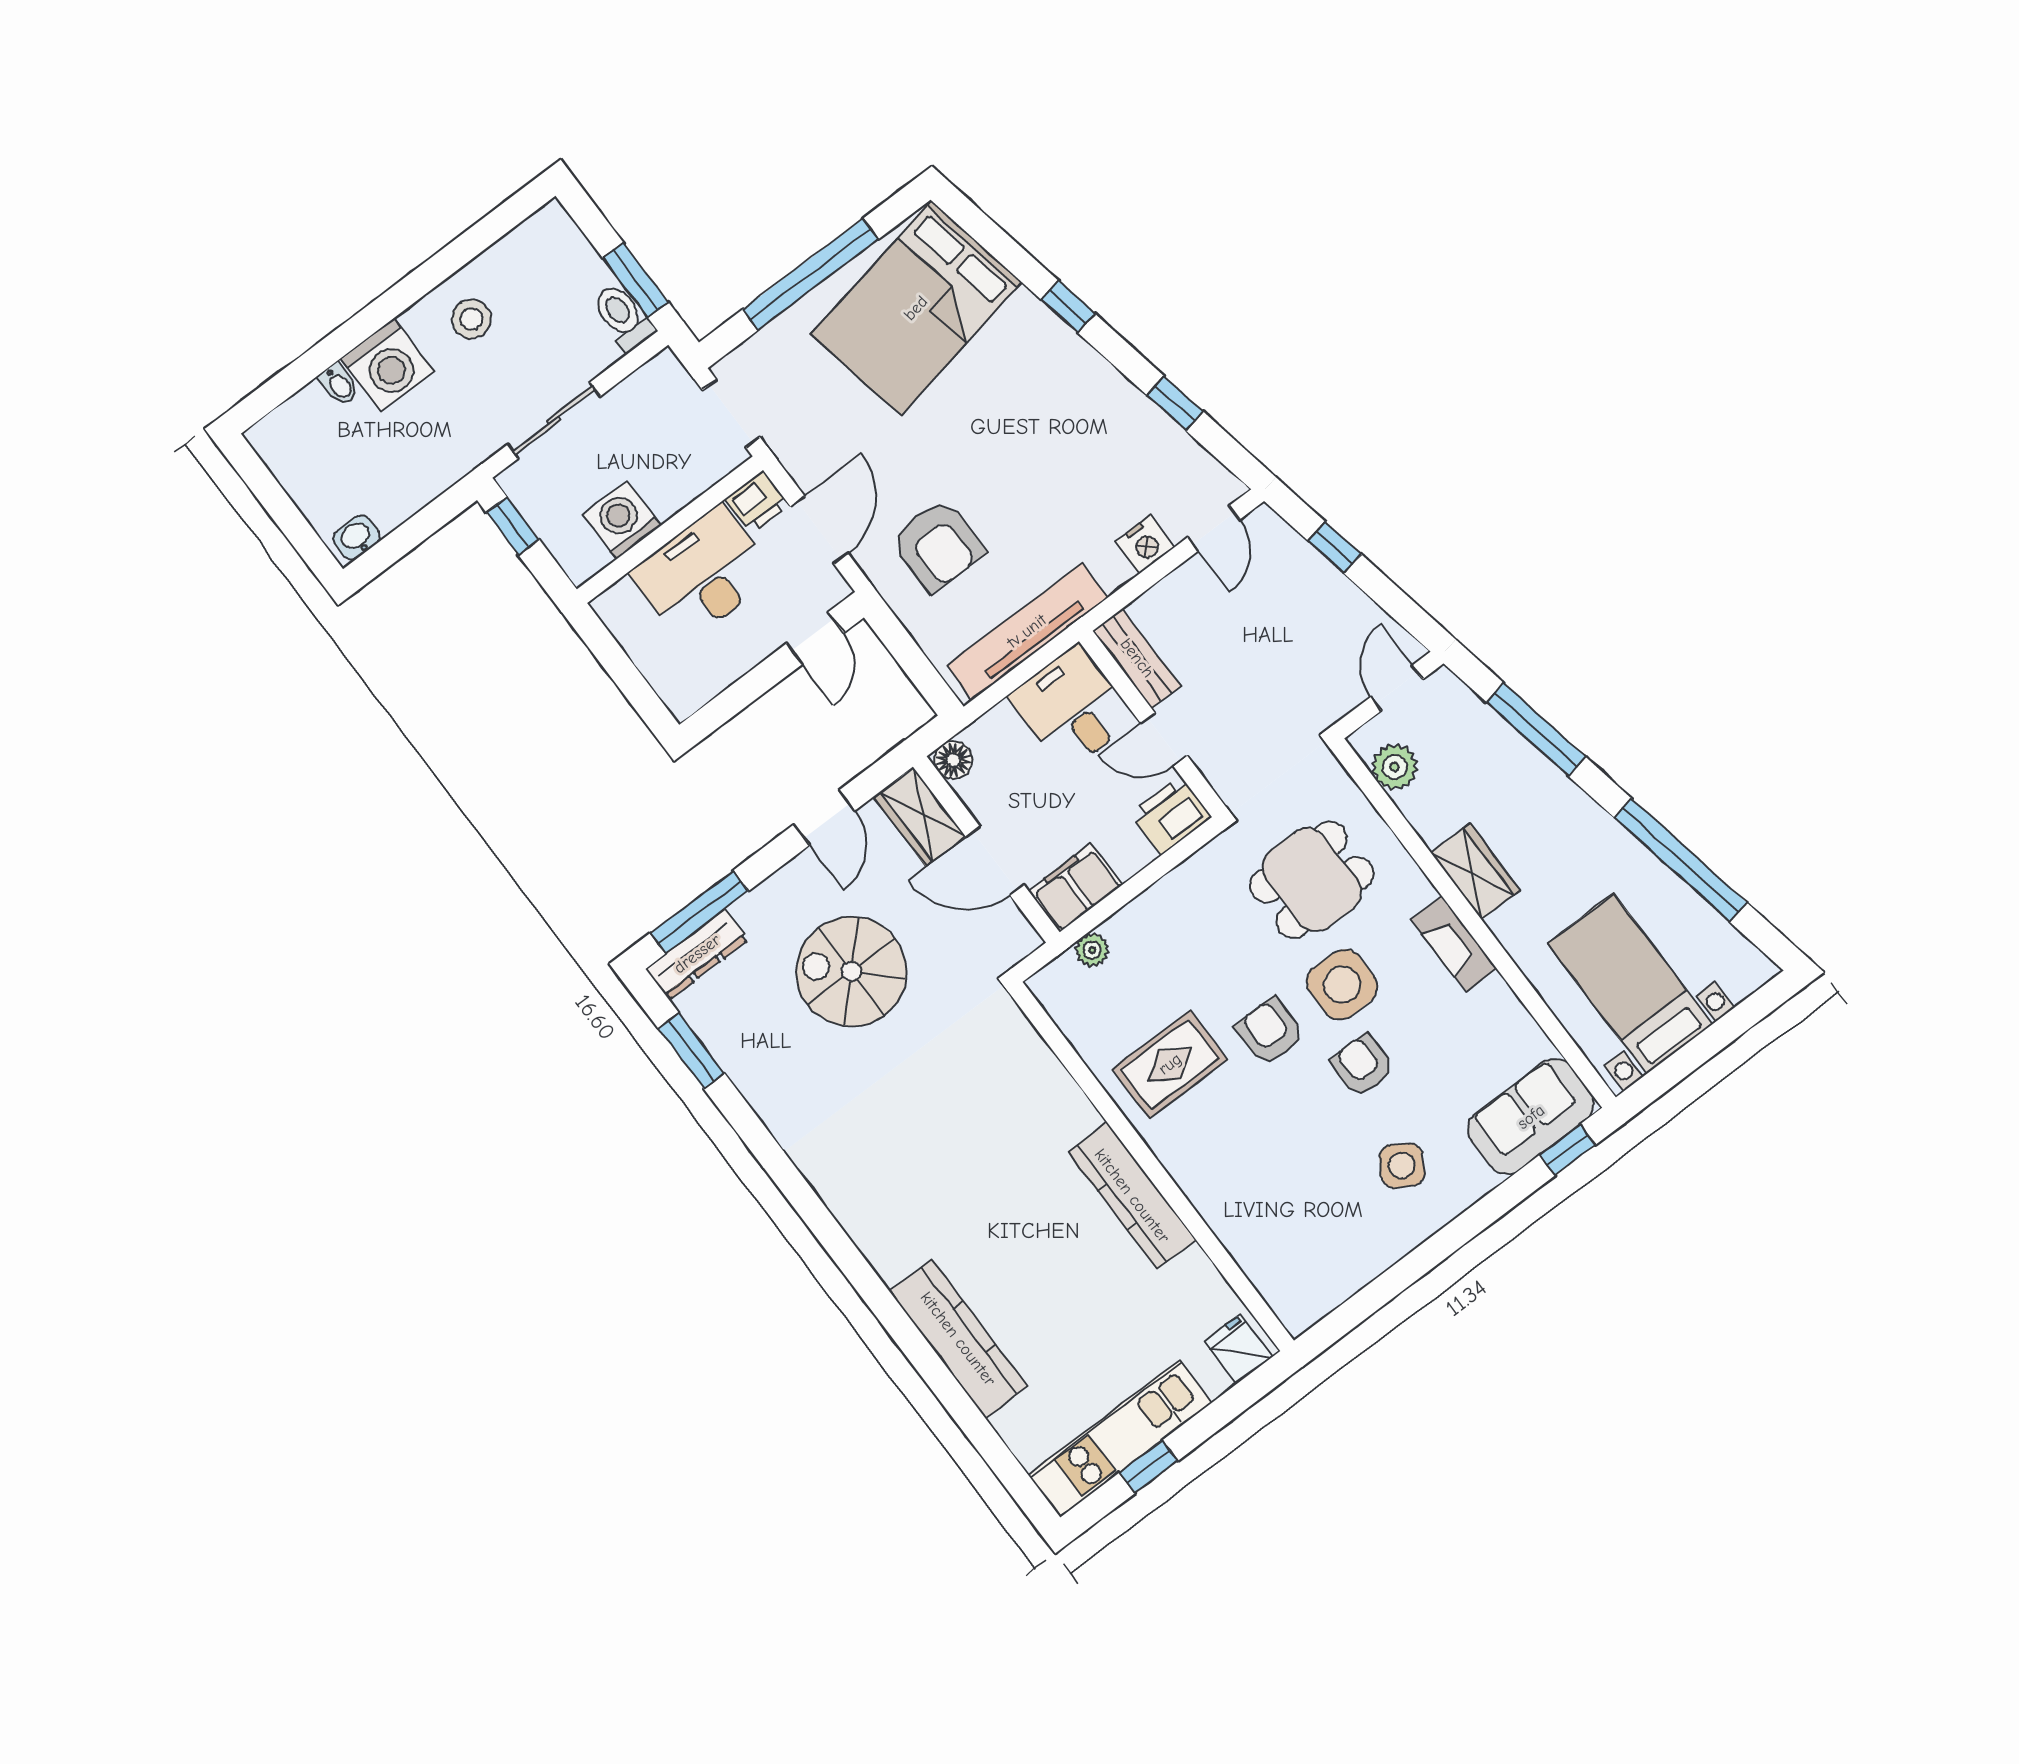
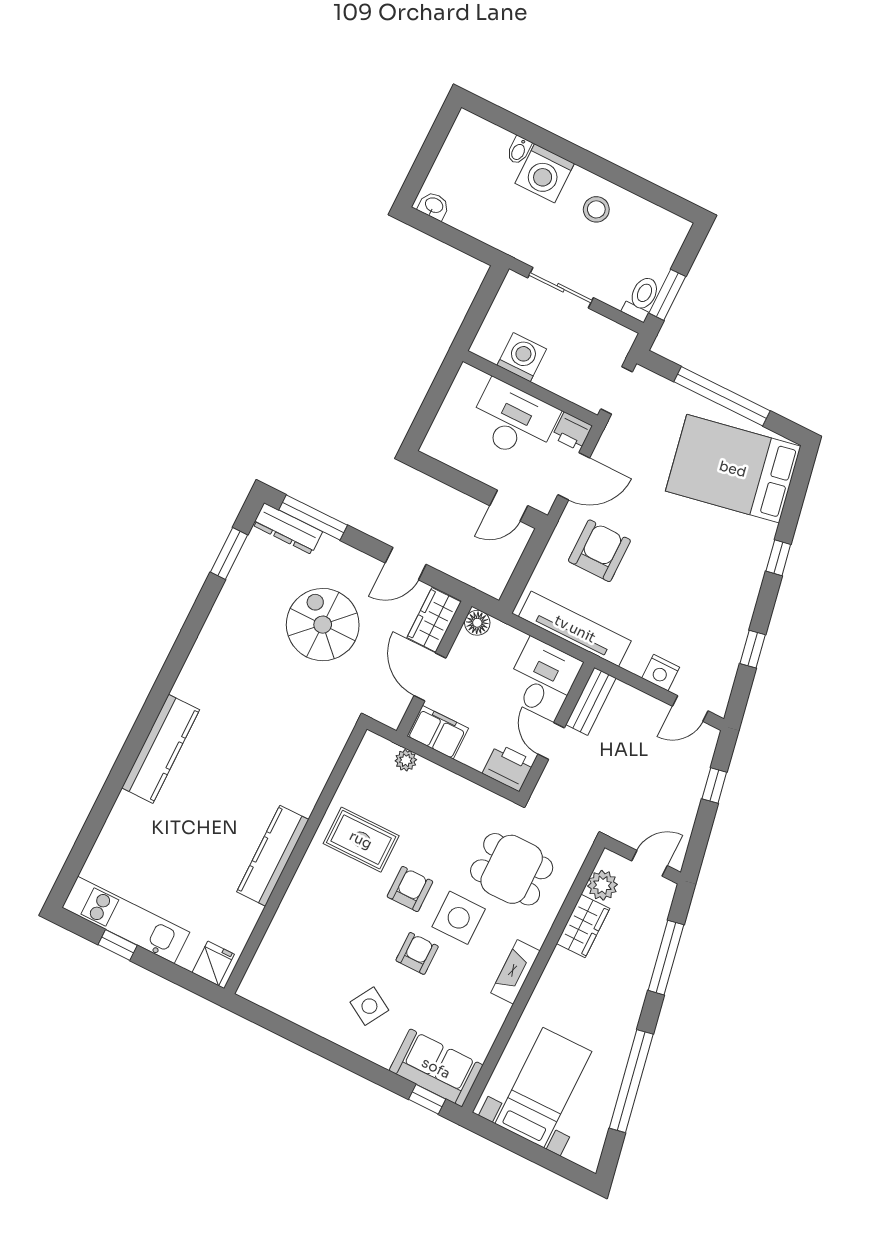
window: (513, 526) -> (486, 294), removed
armchair: (938, 545) -> (599, 551), turned 180
wardrobe: (1476, 872) -> (583, 926), moved
kitchen counter: (958, 1339) -> (161, 749), moved

